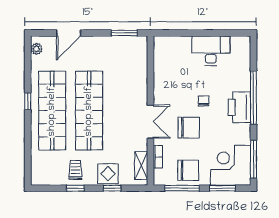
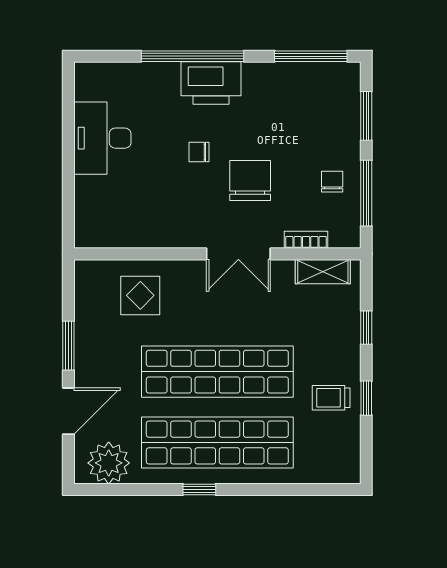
door: (69, 33) -> (68, 411), hinge flipped
window: (124, 33) -> (68, 346), moved
plant: (36, 49) -> (109, 463), width x1.87, depth x1.87
double door: (150, 122) -> (238, 254), swing flipped
corner desk: (231, 165) -> (322, 100), removed
chair: (188, 170) -> (332, 182), width x0.54, depth x0.54
display table: (108, 174) -> (140, 295), moved

